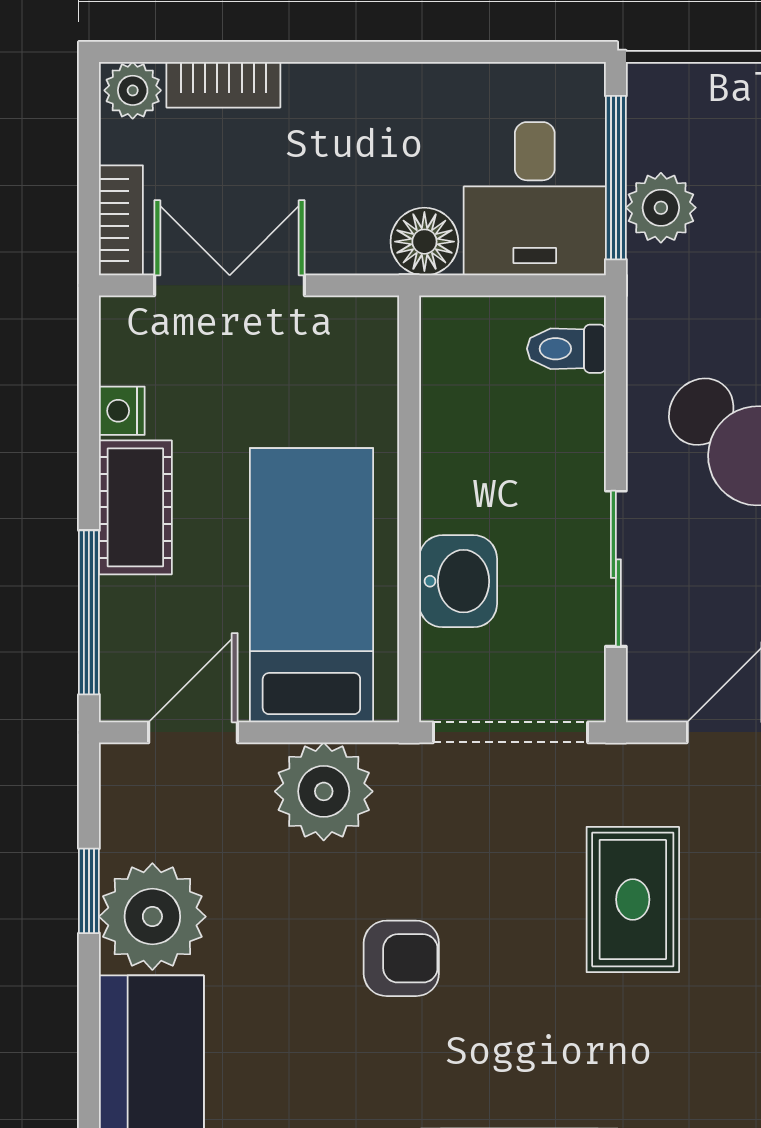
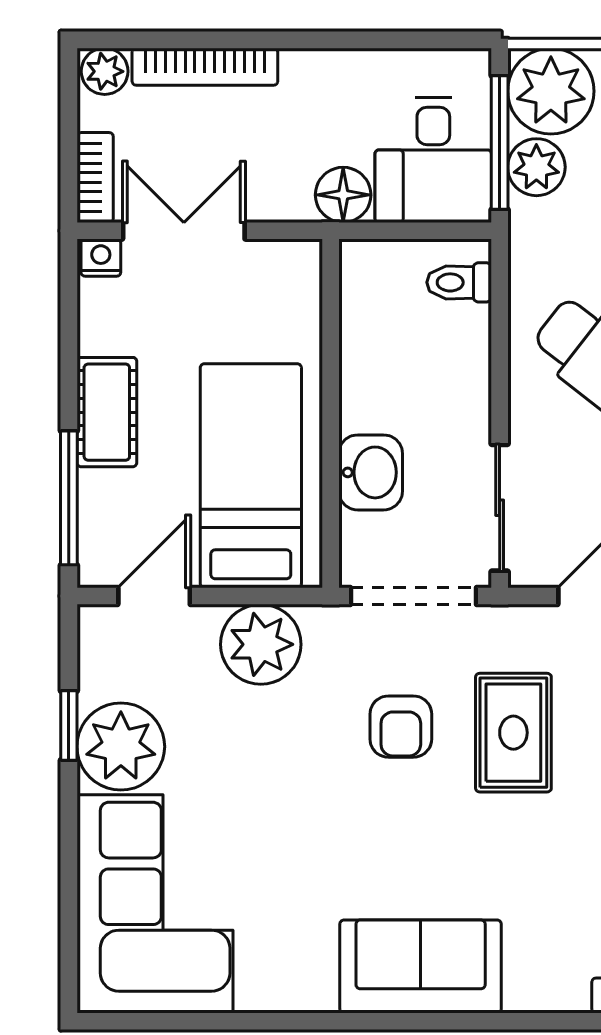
bookcase: (223, 85) -> (205, 67), width x1.56
plant: (679, 115) -> (551, 91), added
nightstand: (122, 411) -> (101, 258), moved, turned 90
sliding door: (616, 569) -> (500, 508), moved
armchair: (401, 958) -> (401, 727), moved, turned 90

